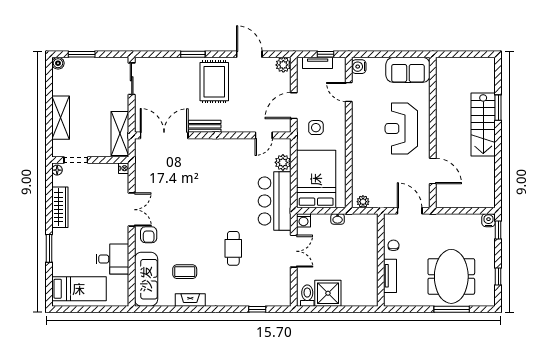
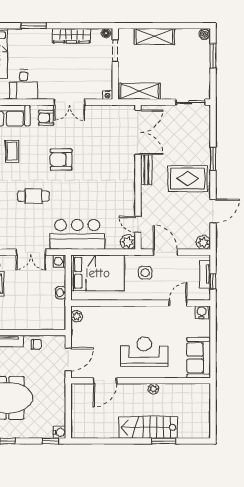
plant: (441, 119) -> (153, 389), added
plant: (283, 162) -> (128, 242), moved
armchair: (194, 219) -> (61, 160), added

